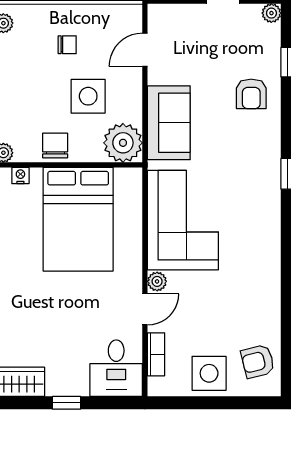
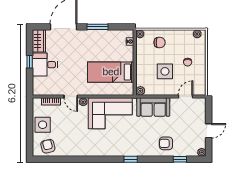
door: (145, 50) -> (185, 96), hinge flipped
plant: (123, 143) -> (140, 91), width x0.53, depth x0.53
chair: (55, 146) -> (160, 42), moved
bed: (78, 219) -> (111, 72), width x0.67
desk: (116, 368) -> (45, 65), moved

